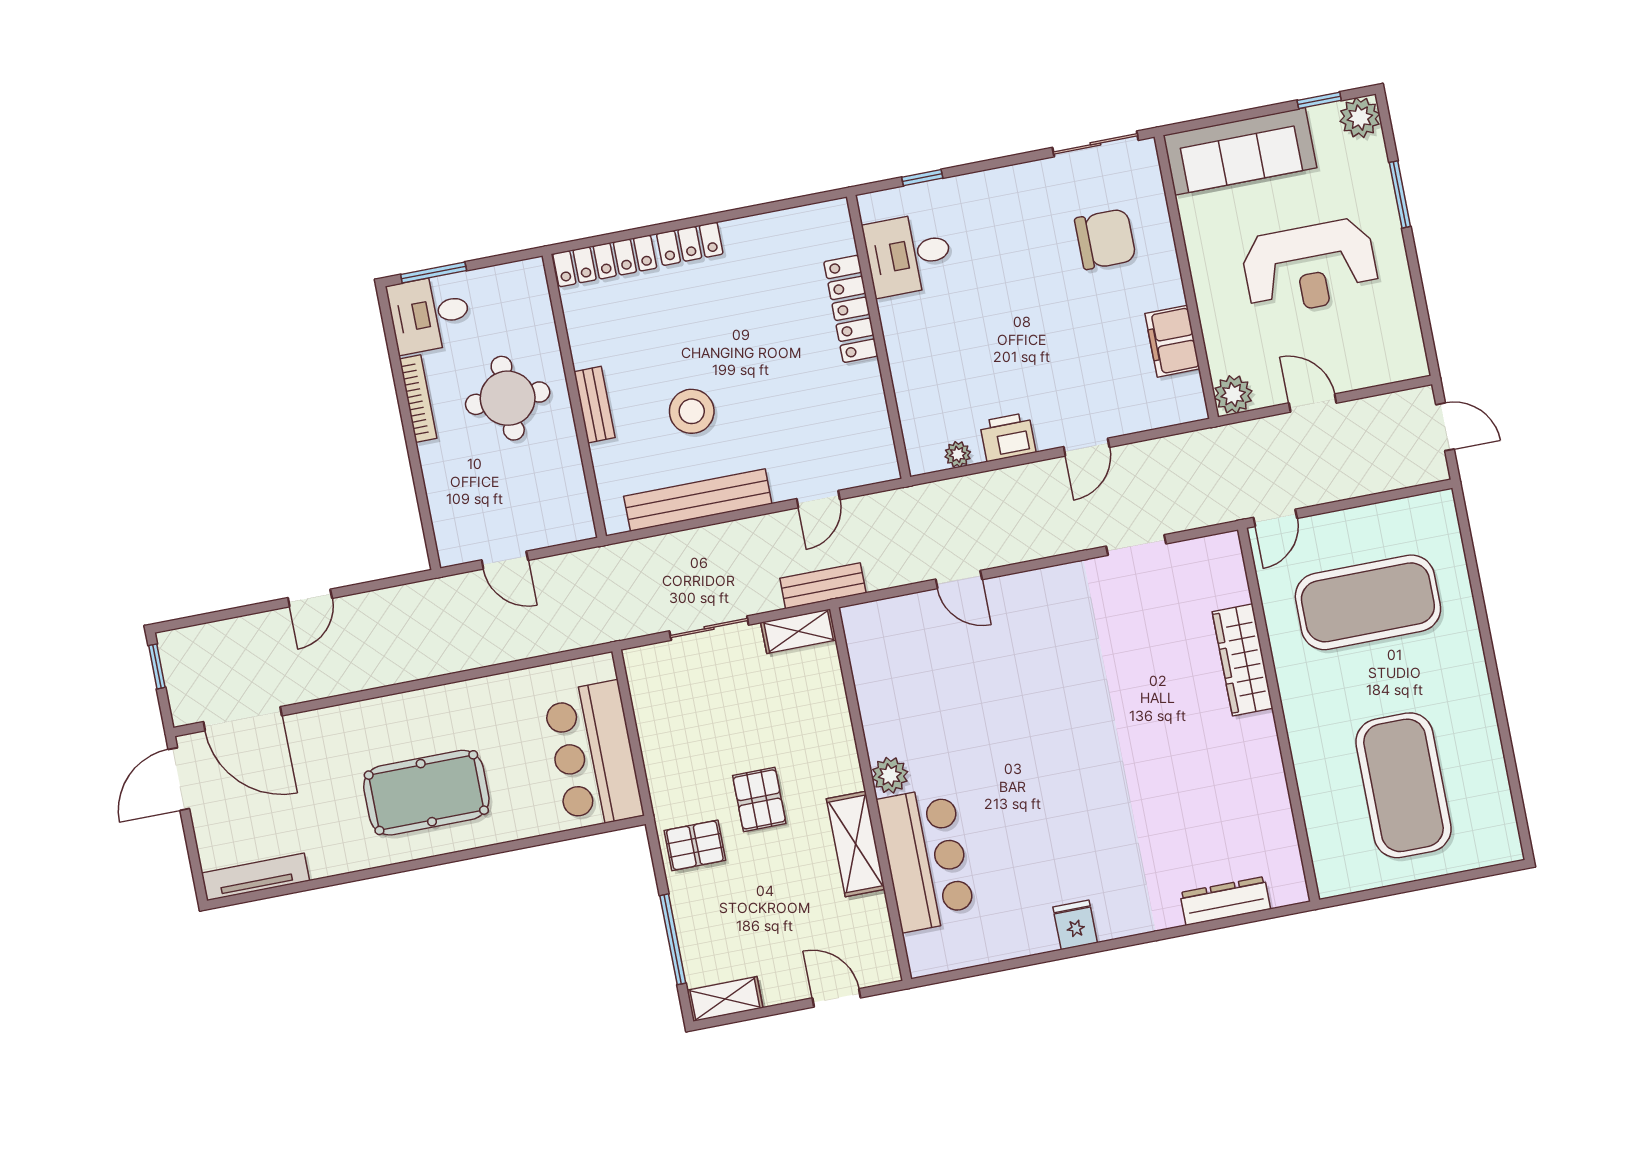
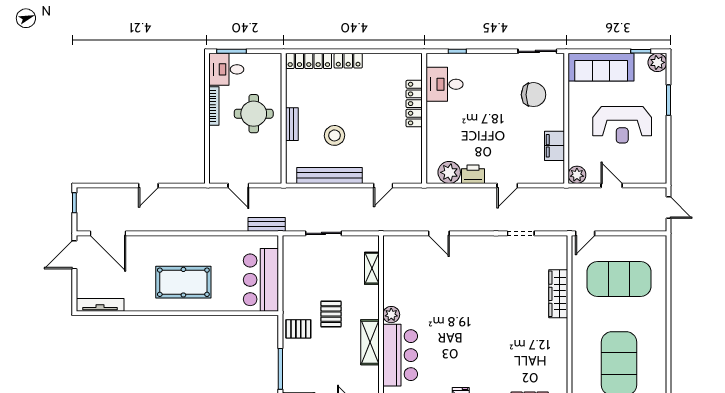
plant: (958, 454) -> (449, 172), width x1.87, depth x1.87
bench: (823, 586) -> (267, 224), moved
shelving: (799, 631) -> (372, 268), moved, turned 90

